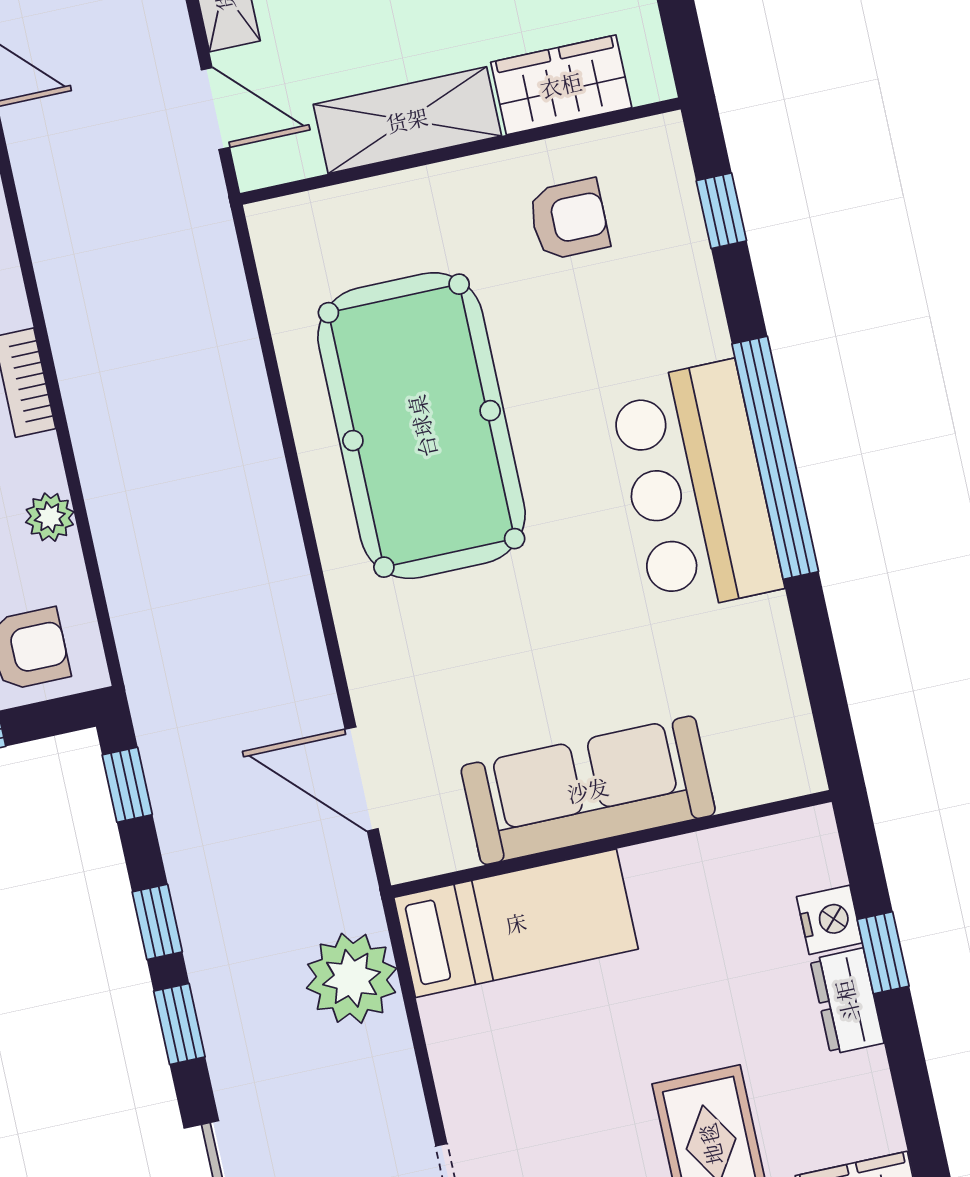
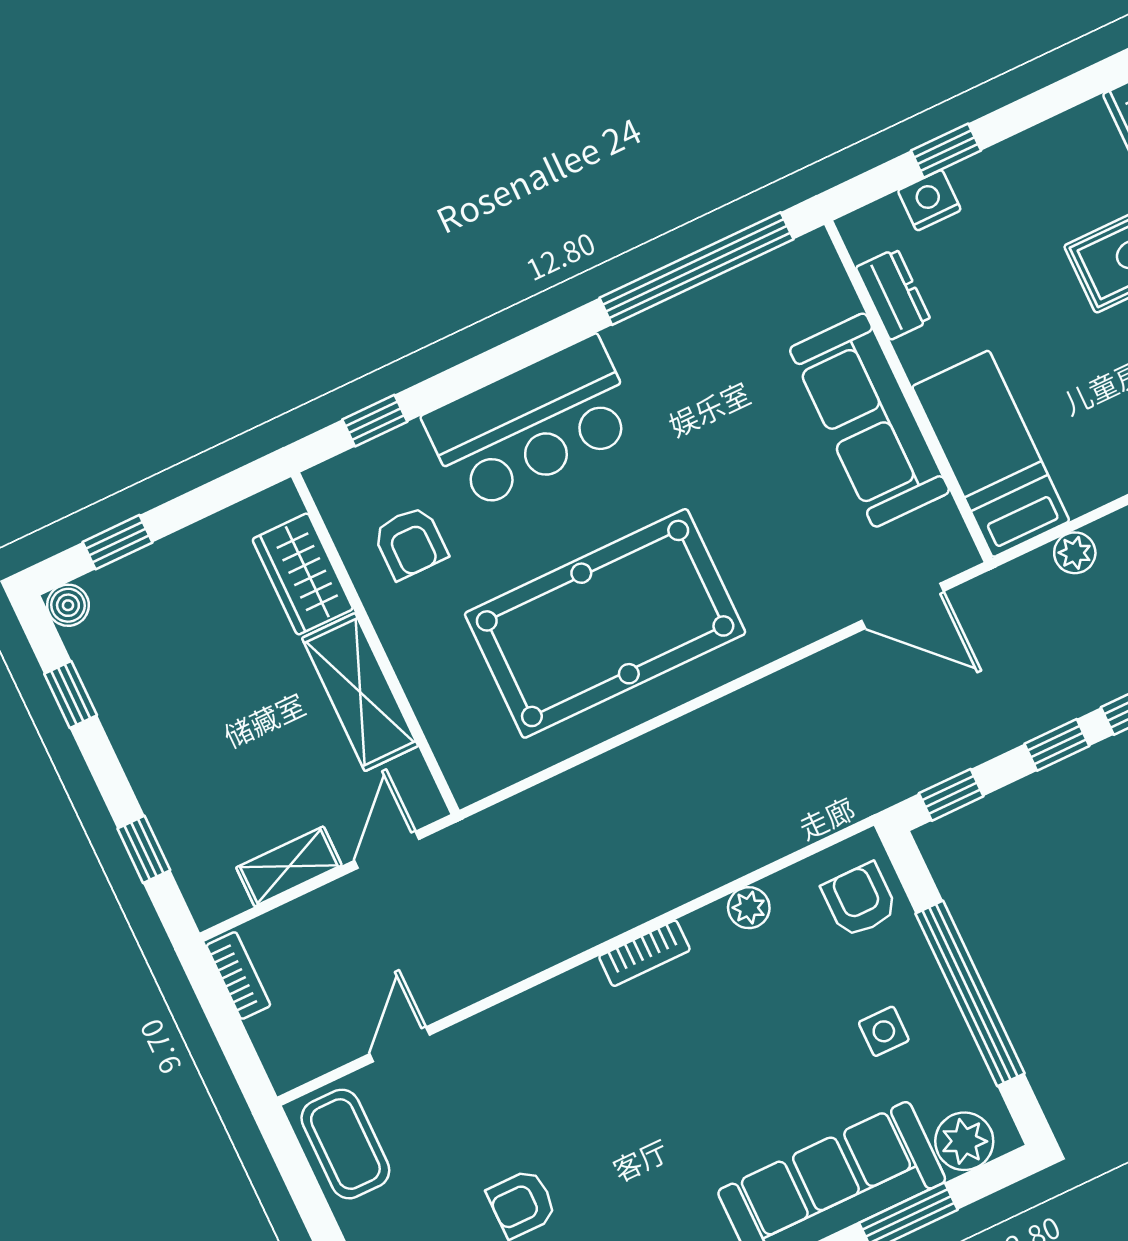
armchair: (569, 219) -> (410, 543), turned 180
window: (775, 458) -> (696, 269), moved
bar counter: (696, 487) -> (532, 423), moved
door: (362, 779) -> (903, 606), hinge flipped
plant: (352, 978) -> (1075, 553), width x0.53, depth x0.53
dresser: (847, 1001) -> (893, 294), moved, turned -90

